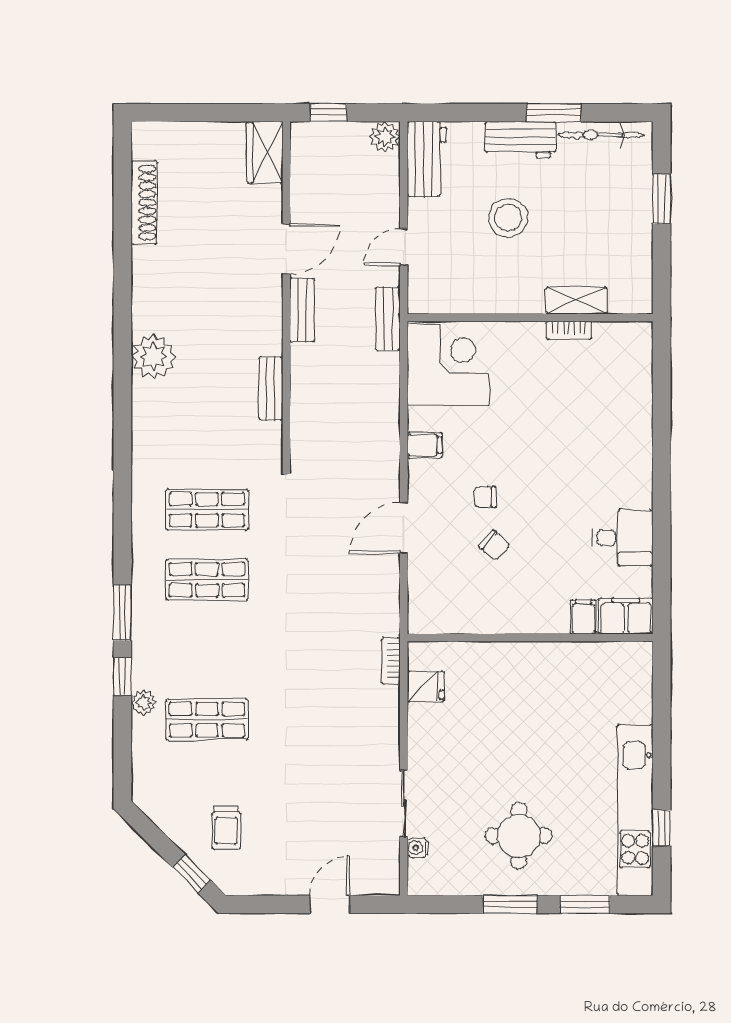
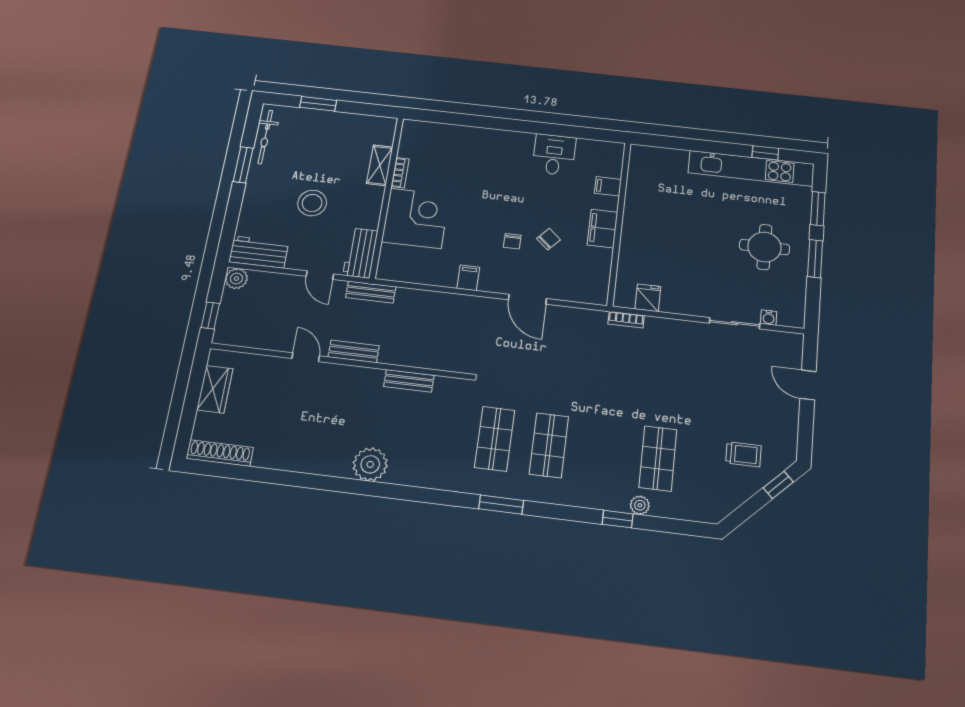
workbench: (520, 140) -> (360, 253), moved, turned 180
wardrobe: (265, 152) -> (215, 389), moved, turned -90
shoe rack: (144, 203) -> (220, 453), moved
door: (286, 249) -> (306, 357), width x0.73
corner desk: (448, 365) -> (416, 218), moved, turned 90
window: (122, 613) -> (501, 505), moved
filing cabinet: (626, 616) -> (602, 228), moved

